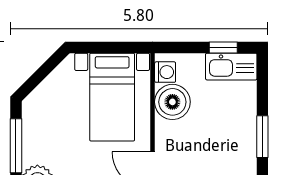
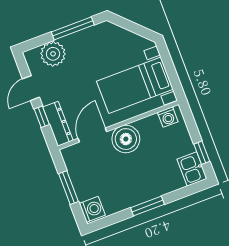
kitchen sink: (231, 67) -> (192, 169), width x0.73
boiler: (172, 102) -> (126, 139), moved

